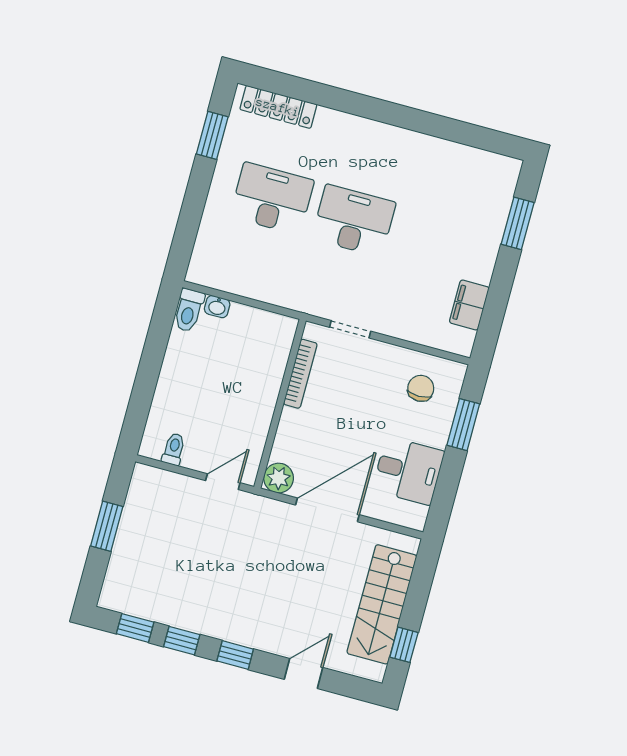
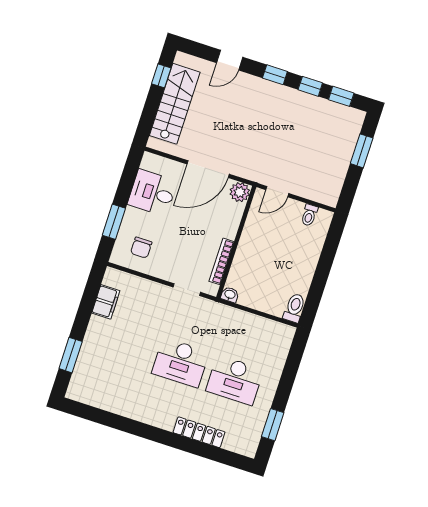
locker: (278, 107) -> (199, 432), moved
washbasin: (217, 307) -> (230, 295), moved
window: (107, 526) -> (362, 151), moved

